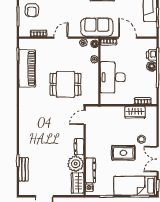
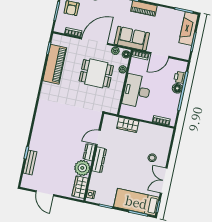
door: (61, 38) -> (95, 41), width x1.87
door: (128, 38) -> (160, 55), swing flipped
dining table: (65, 84) -> (96, 73), moved
wardrobe: (135, 112) -> (128, 125), moved
door: (85, 117) -> (98, 137), moved
rug: (123, 153) -> (131, 167), removed
dresser: (90, 170) -> (99, 160), moved

